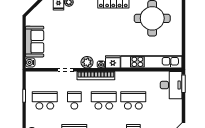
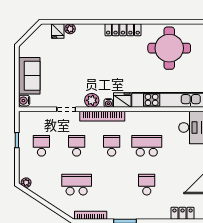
school desk: (45, 100) -> (41, 146), width x0.54
school desk: (104, 100) -> (112, 146), width x0.54

